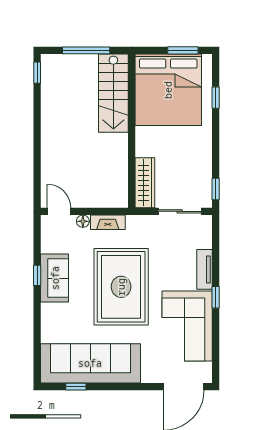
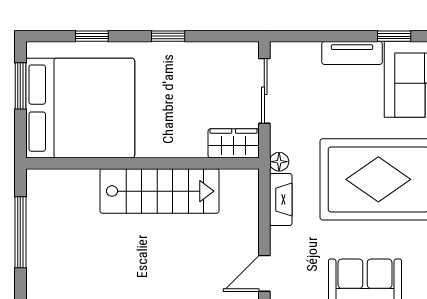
stairs: (113, 93) -> (160, 191), moved
wardrobe: (145, 183) -> (234, 143), width x0.67
window: (216, 189) -> (168, 36), moved
floor lamp: (83, 221) -> (279, 162), moved

